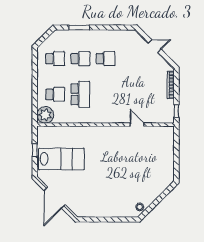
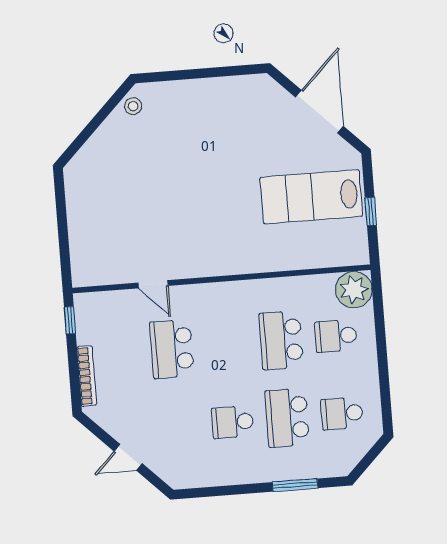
school desk: (80, 59) -> (287, 418), width x1.85
school desk: (131, 94) -> (172, 349), added

